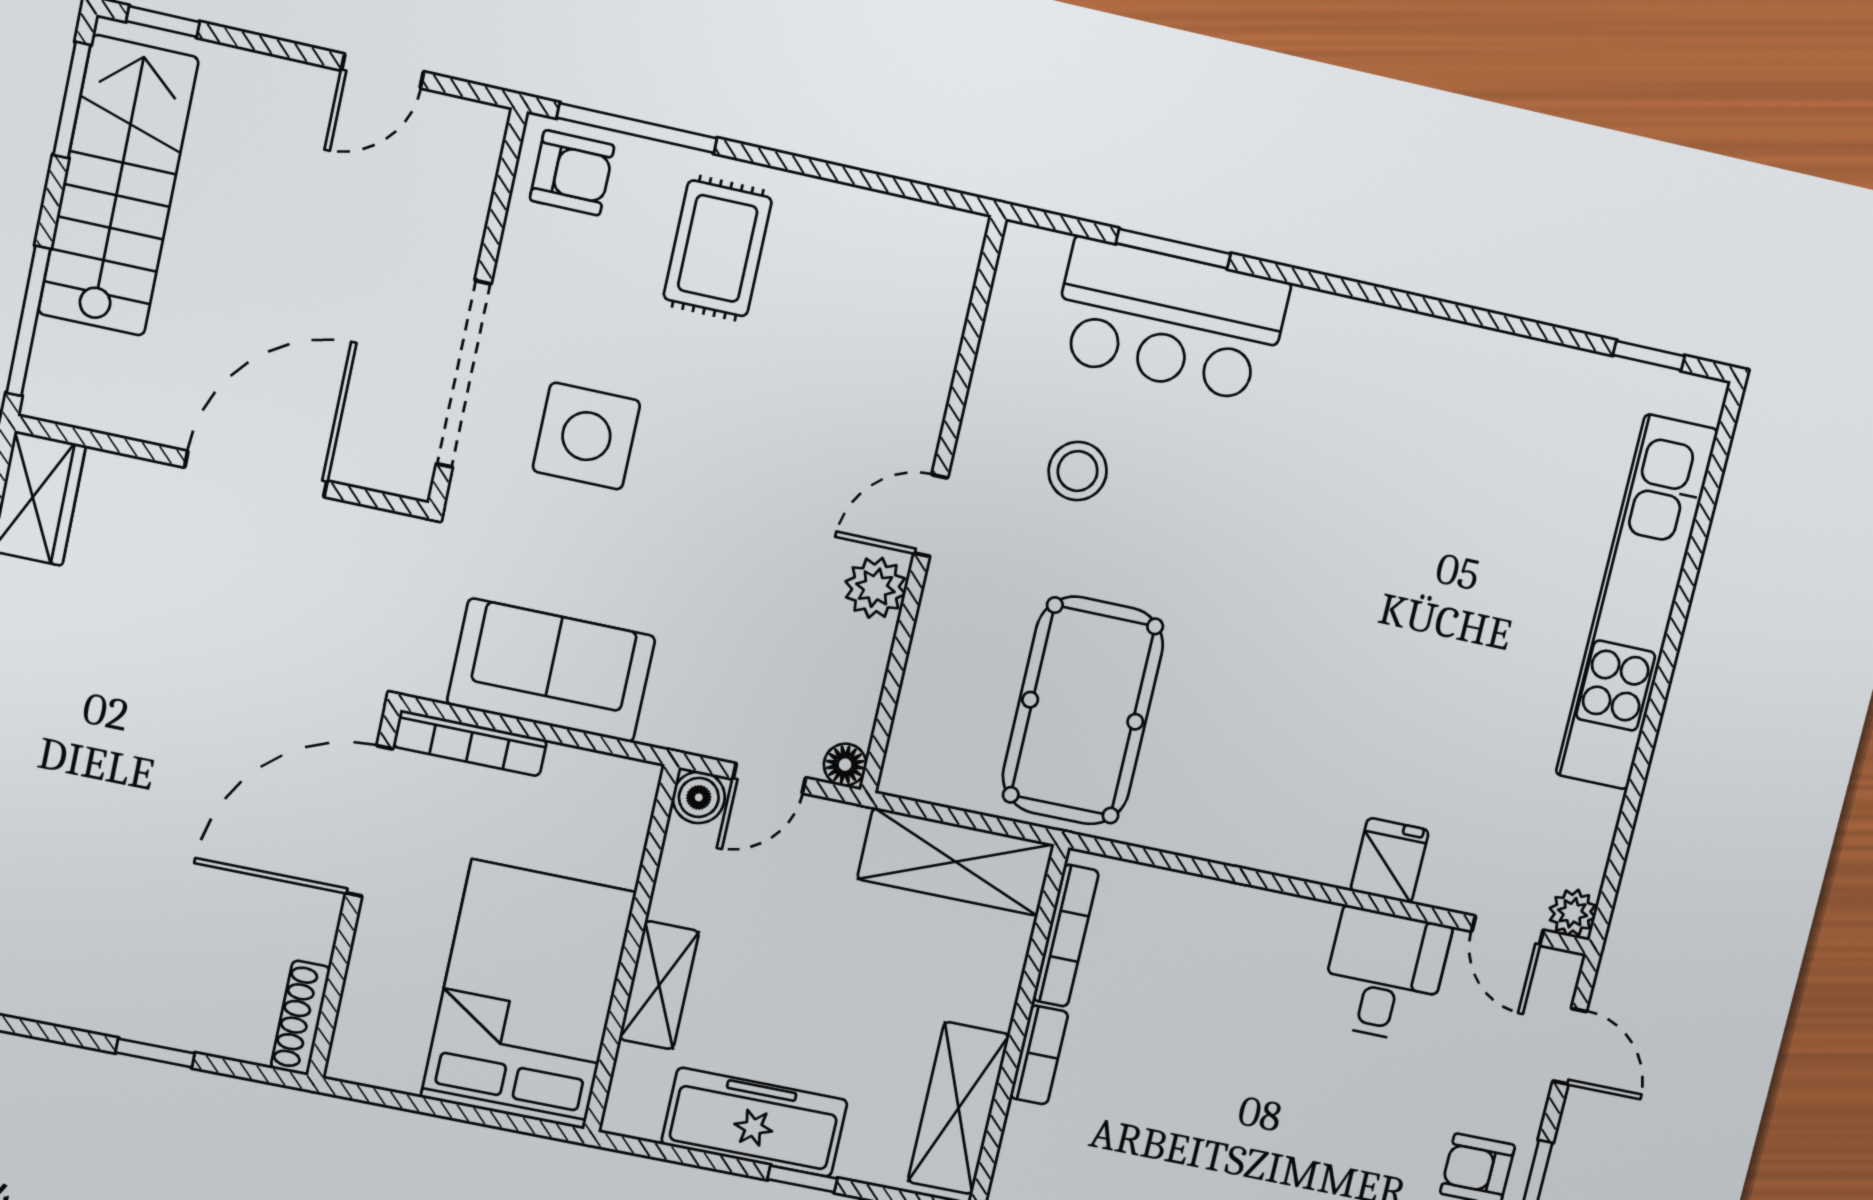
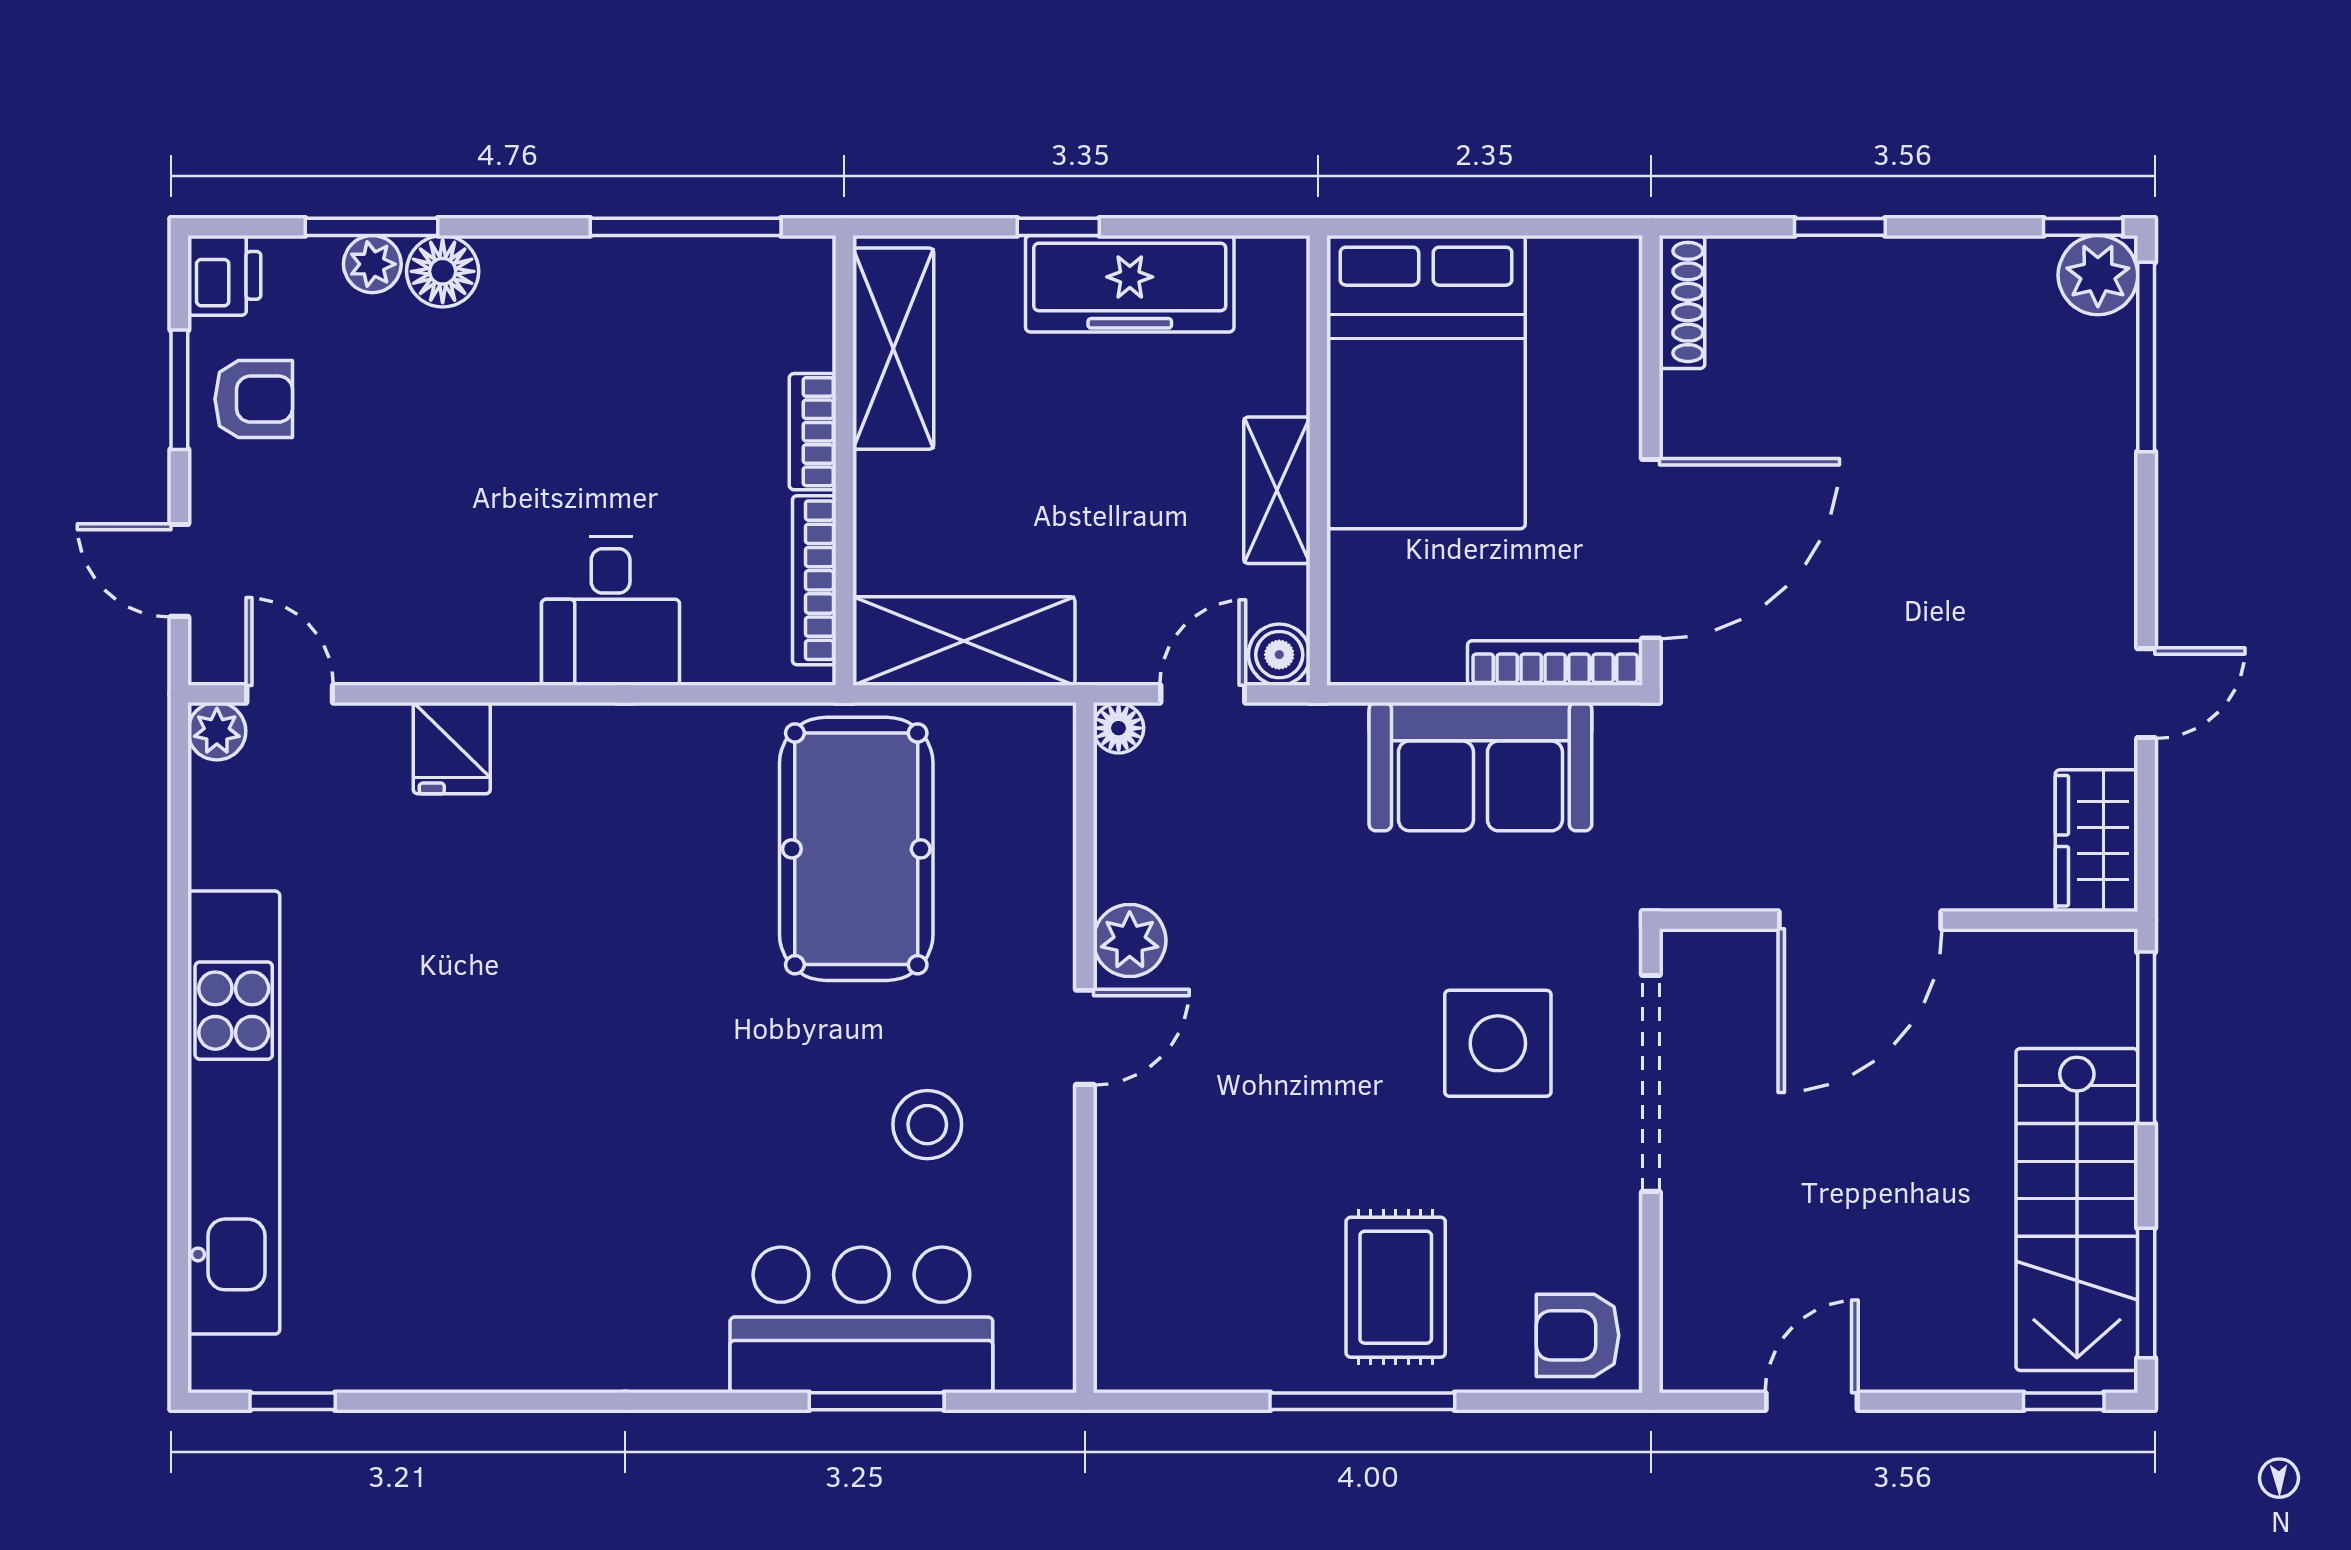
window: (637, 128) -> (1362, 1401), moved
desk: (1384, 975) -> (611, 611), moved
shelving: (659, 985) -> (1277, 490), moved

